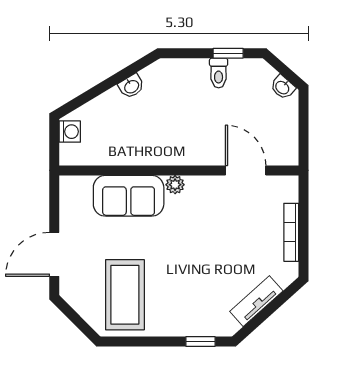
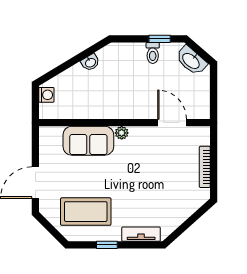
washbasin: (283, 87) -> (191, 61), width x1.91, depth x1.45
coffee table: (125, 295) -> (86, 212), turned 90
tv unit: (256, 301) -> (141, 234), moved, turned 42
window: (200, 341) -> (107, 245), moved

